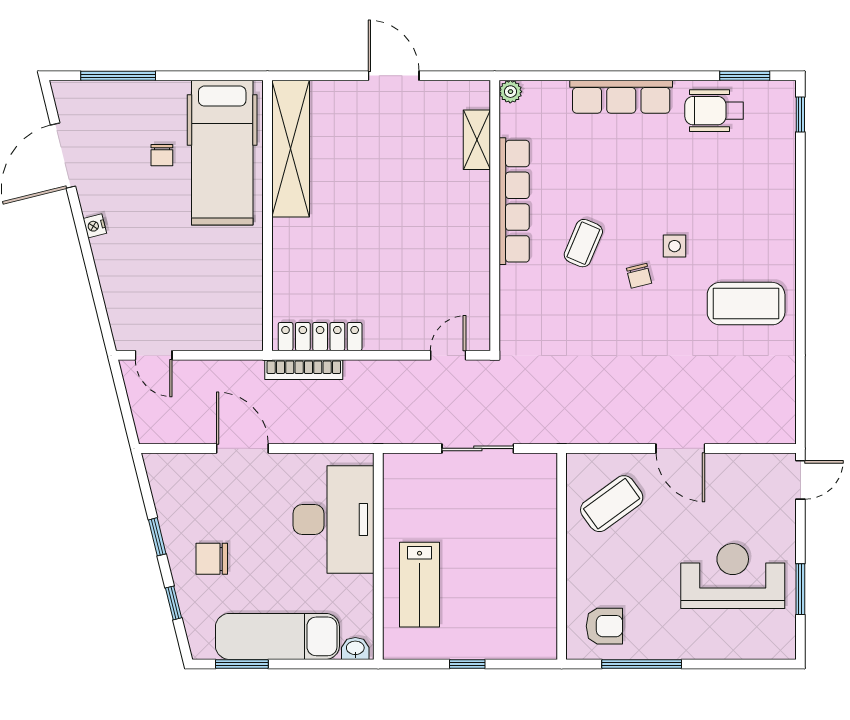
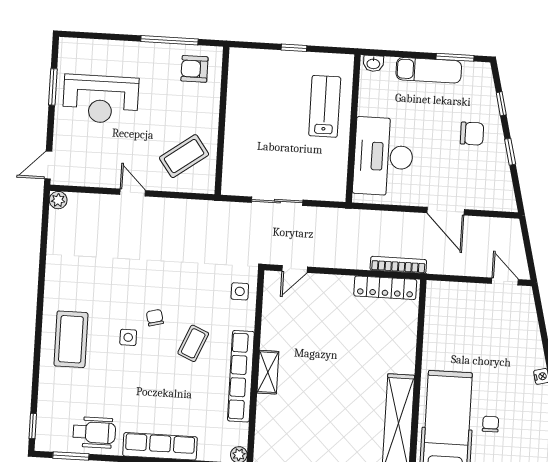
shelving: (477, 140) -> (268, 372), moved
coffee table: (746, 304) -> (71, 339), moved, turned 90
side table: (523, 319) -> (240, 291), added
plant: (784, 432) -> (58, 200), added
door: (680, 448) -> (133, 193), width x0.73
exam couch: (277, 636) -> (429, 70), width x0.73, depth x0.69

